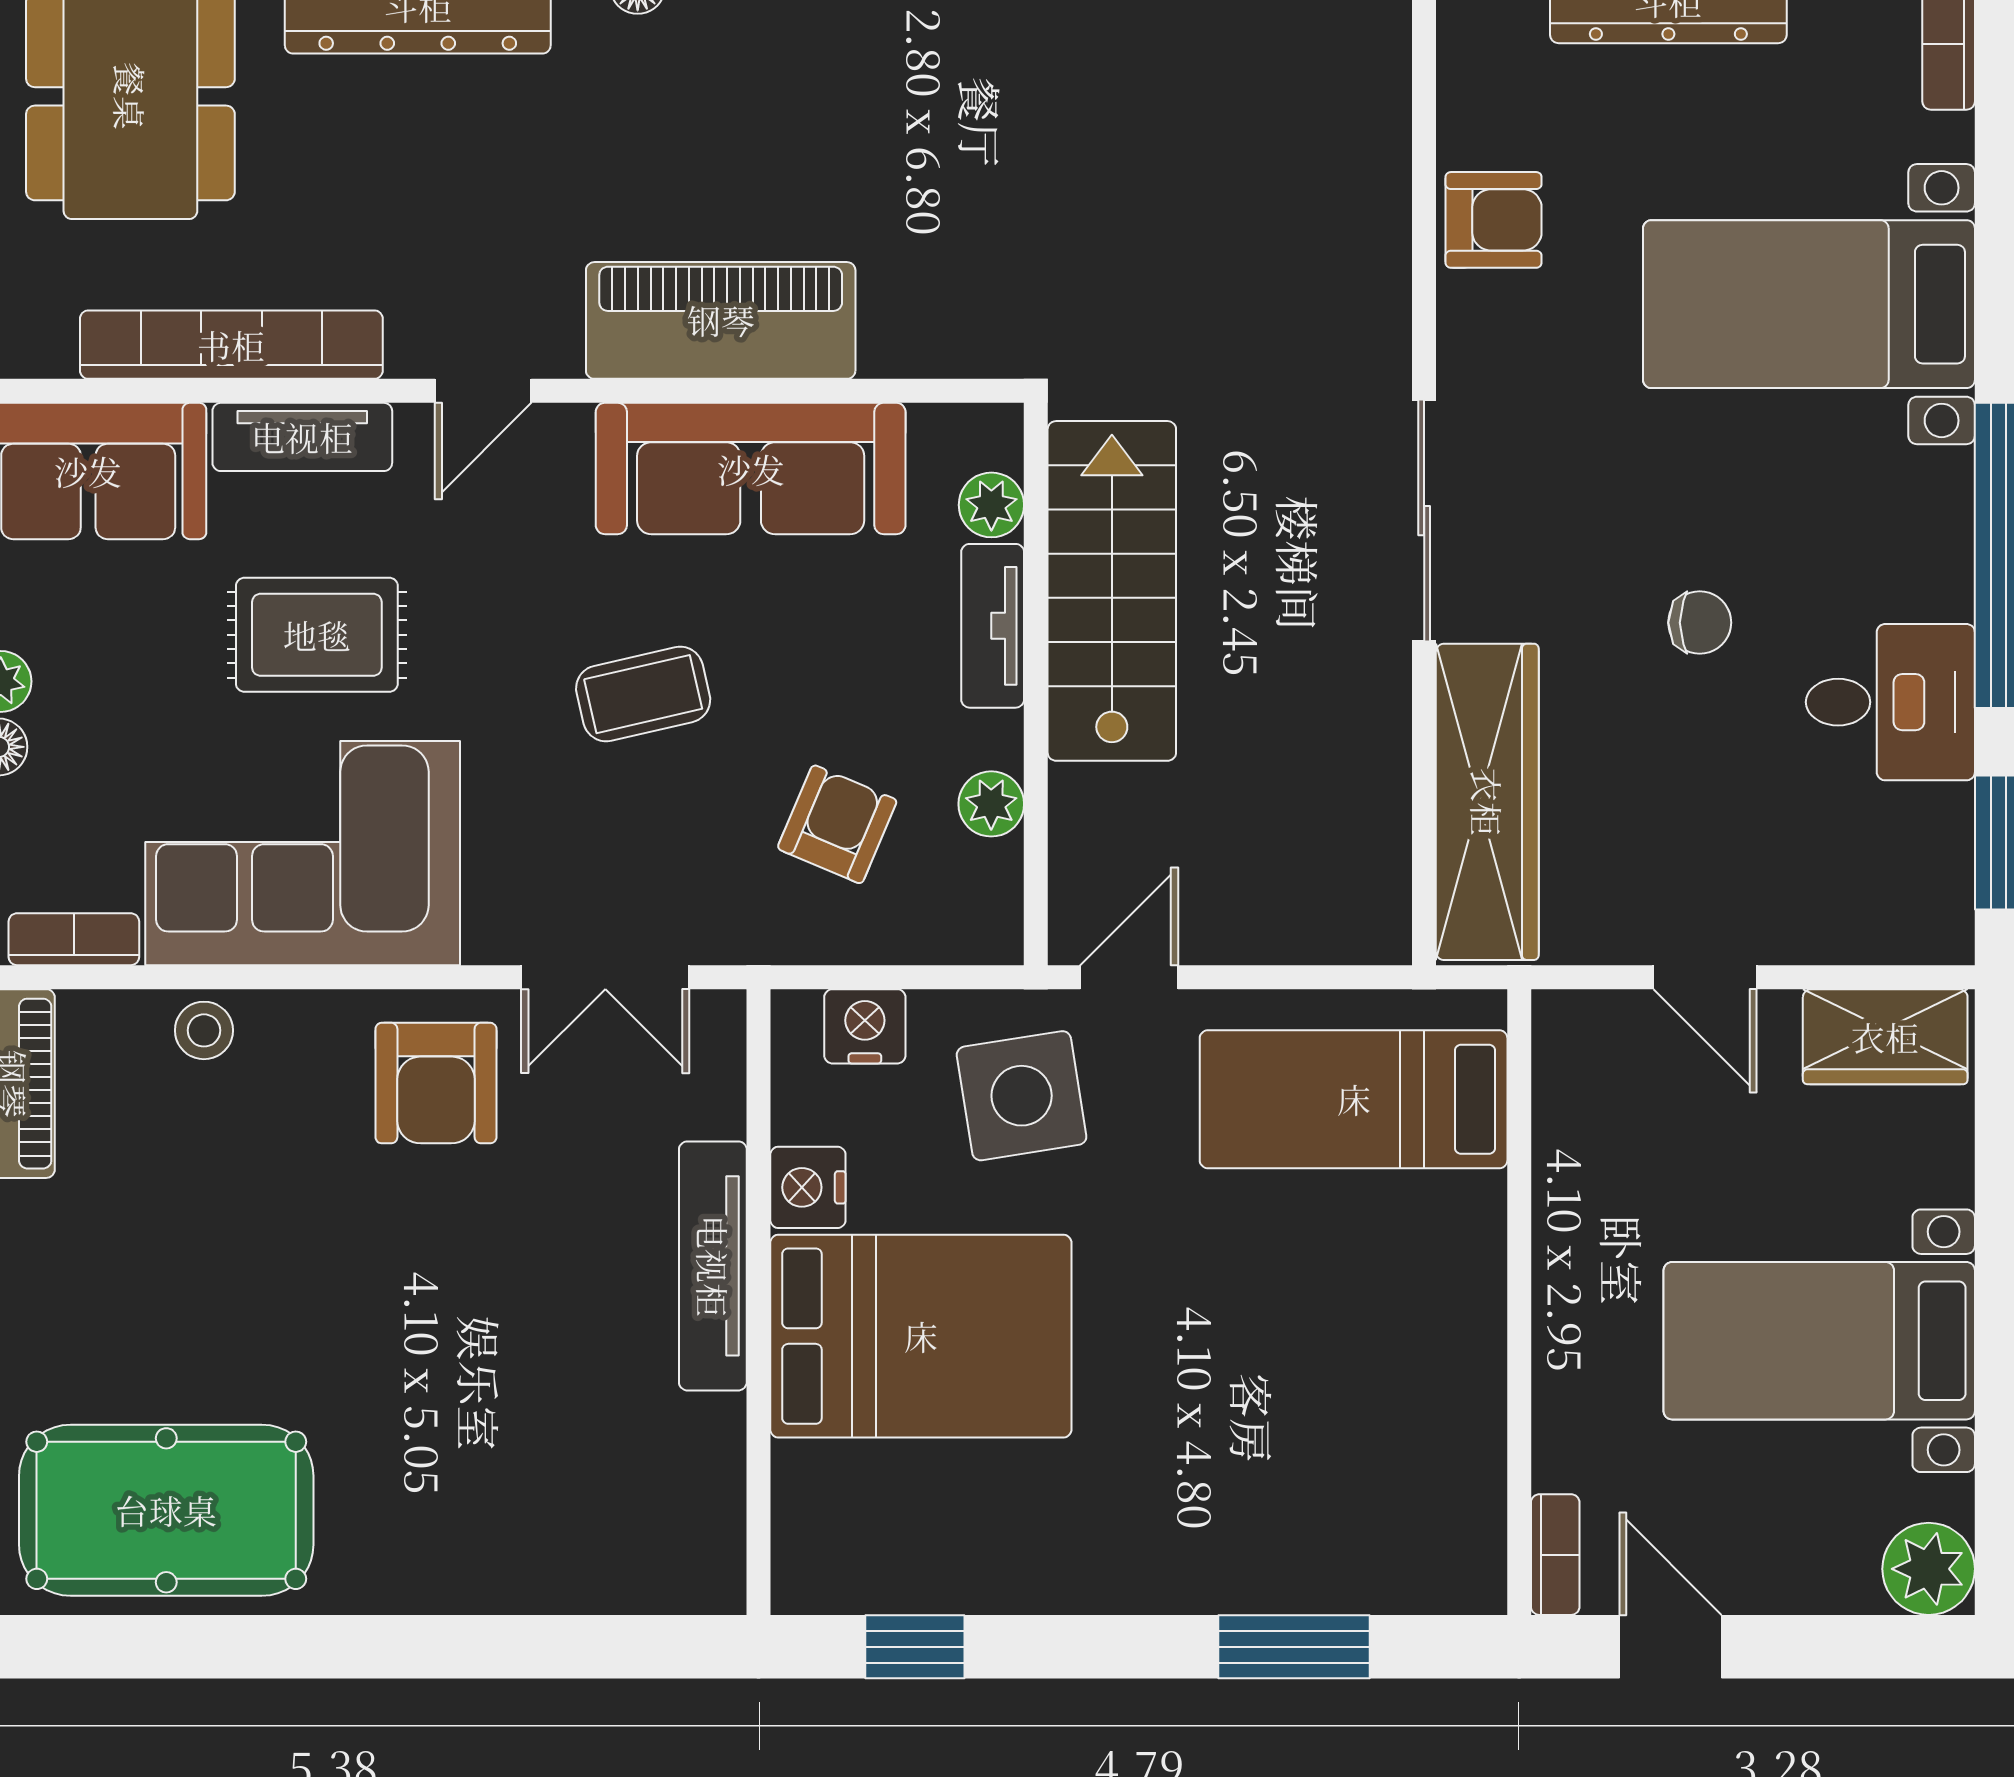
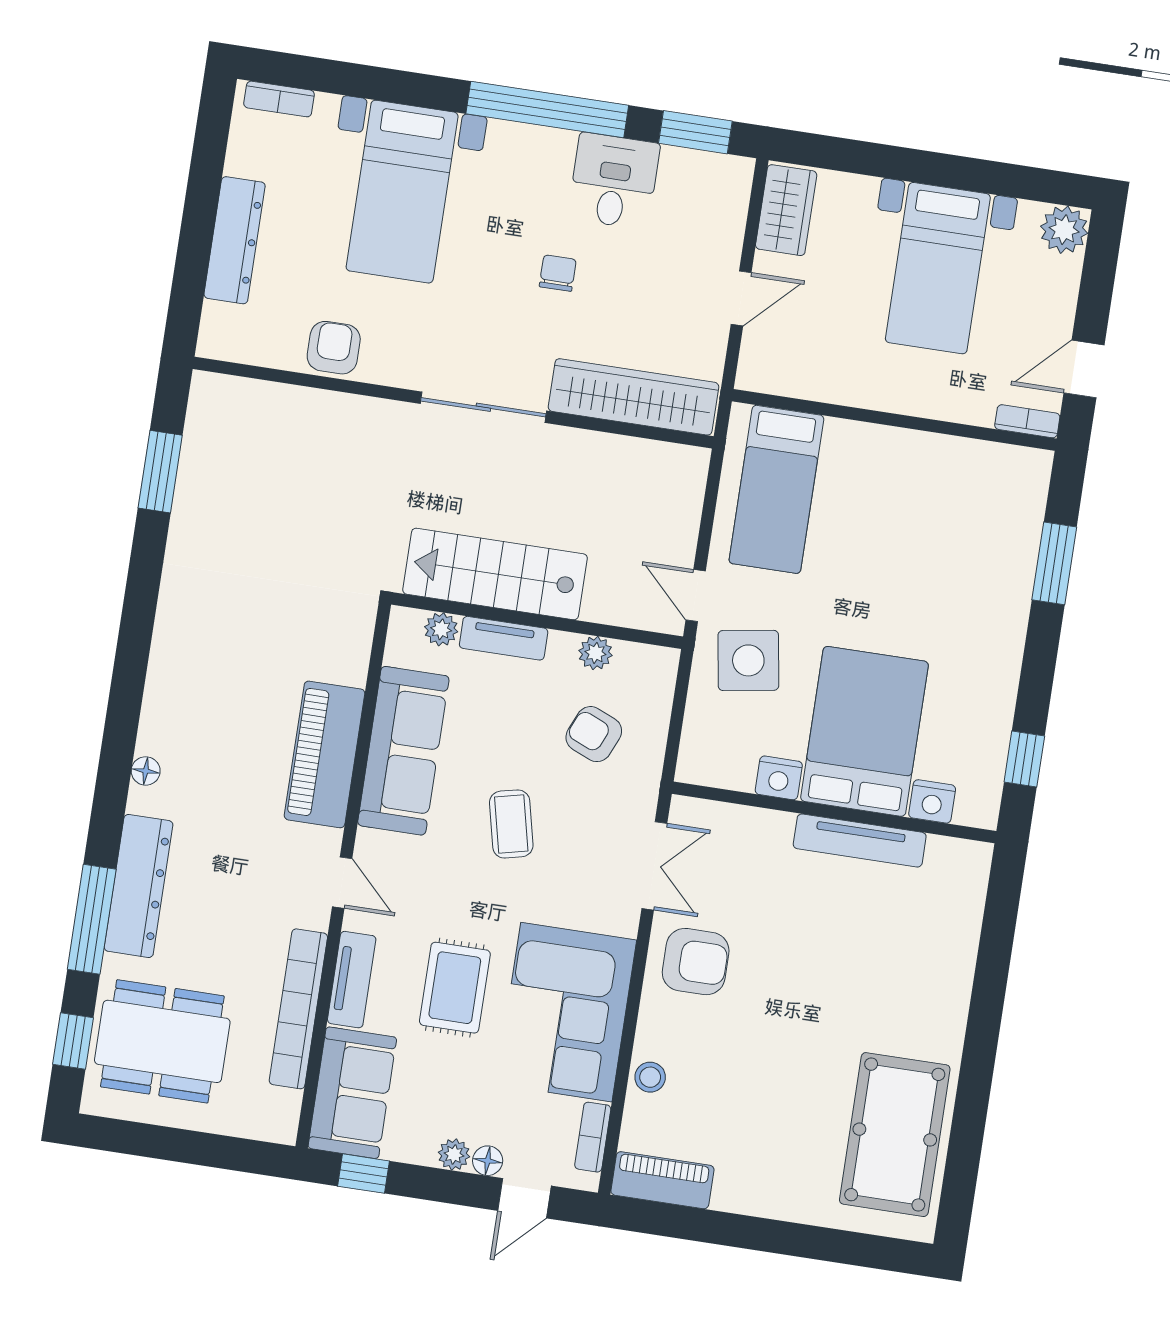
nightstand: (865, 1026) -> (932, 801), moved, turned -90
tv unit: (713, 1266) -> (860, 840), moved

